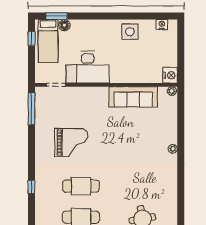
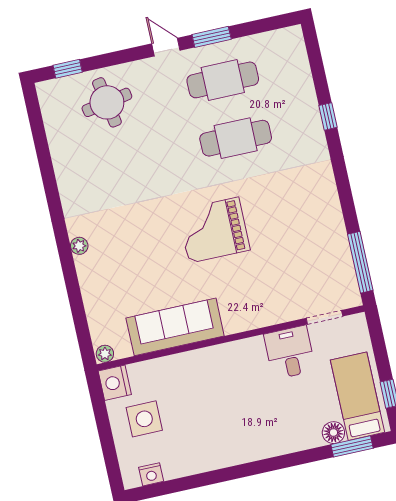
side table: (130, 32) -> (144, 419), moved
desk: (88, 67) -> (290, 352), width x0.53, depth x0.77
grand piano: (71, 143) -> (214, 230), moved

